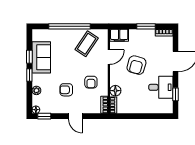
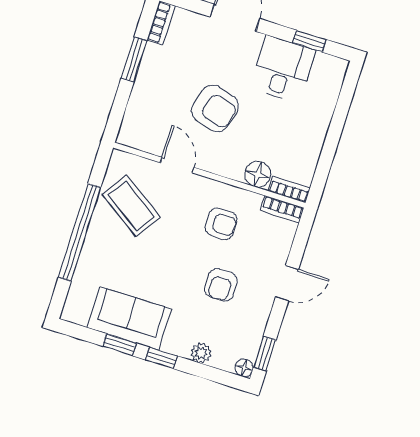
filing cabinet: (119, 35) -> (135, 126), removed

